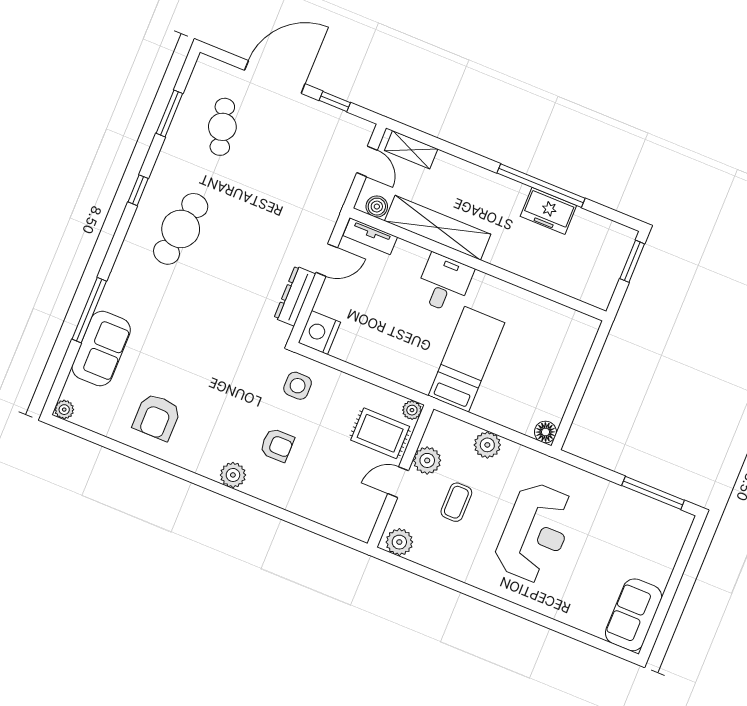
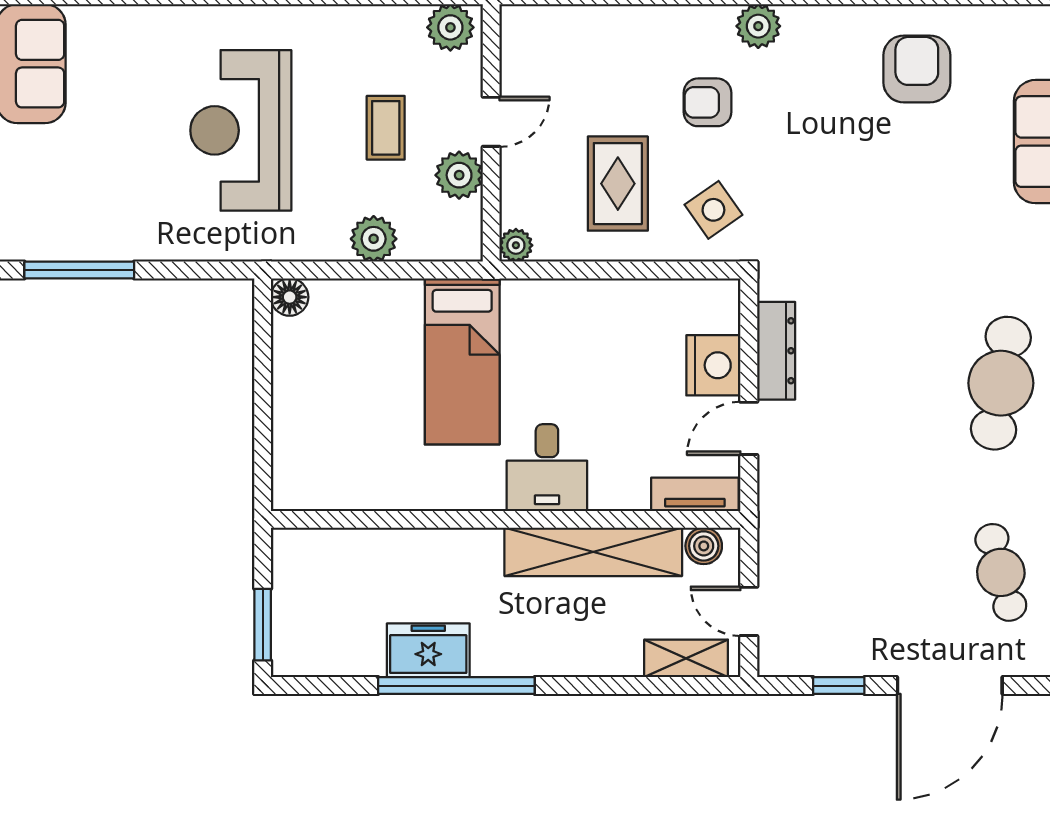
nightstand: (319, 333) -> (713, 365), moved
side table: (298, 386) -> (713, 210), turned -35
rug: (380, 433) -> (618, 184), moved, turned 90

